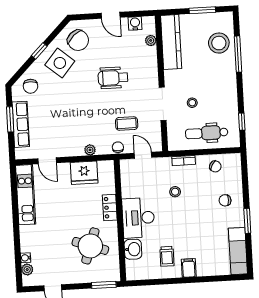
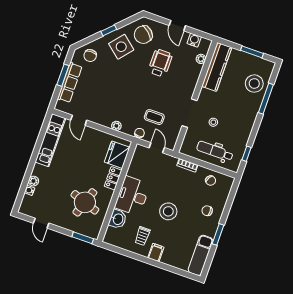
chair: (78, 40) -> (143, 35), turned 84
wheelchair: (113, 78) -> (160, 63), moved, turned 90
fridge: (84, 173) -> (117, 155), moved, turned 90
stool: (175, 192) -> (168, 211), moved, width x1.89, depth x1.89
plant: (27, 270) -> (34, 181), moved

